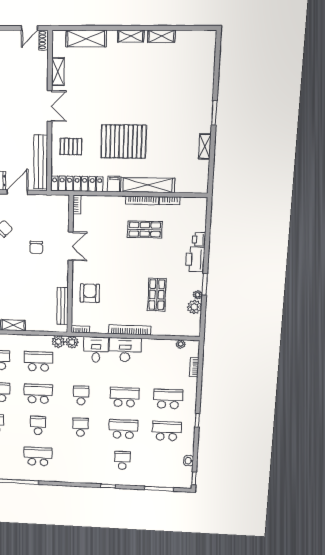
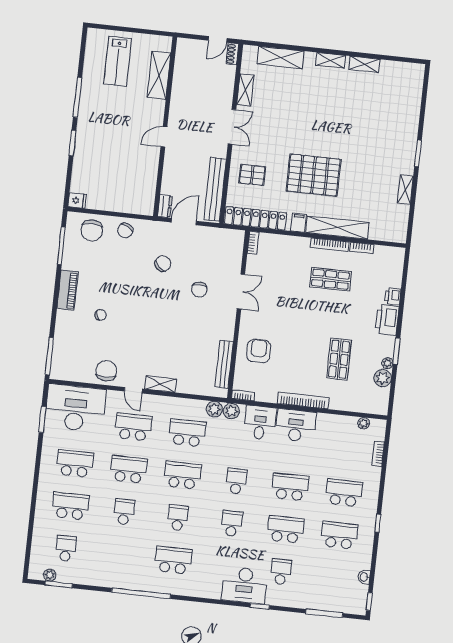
desk: (95, 472) -> (245, 585), added

